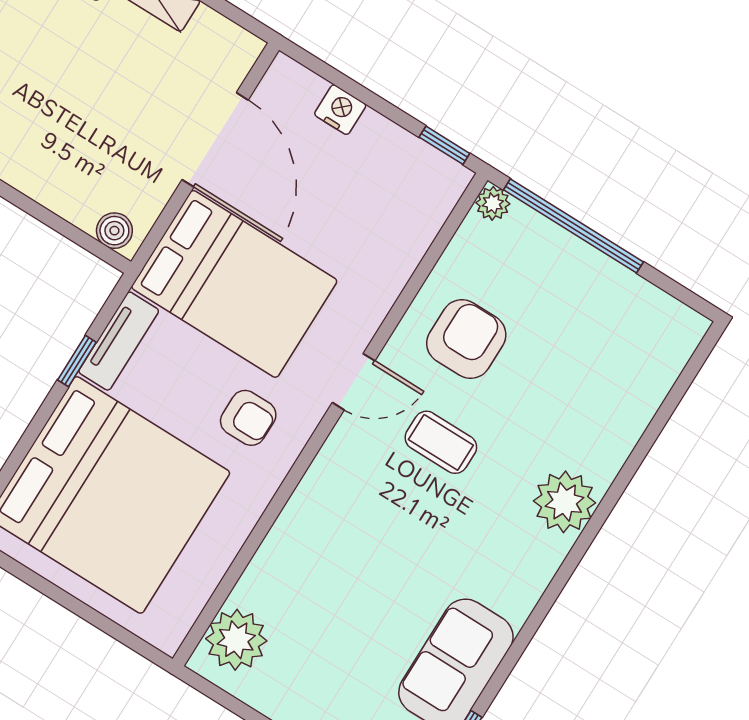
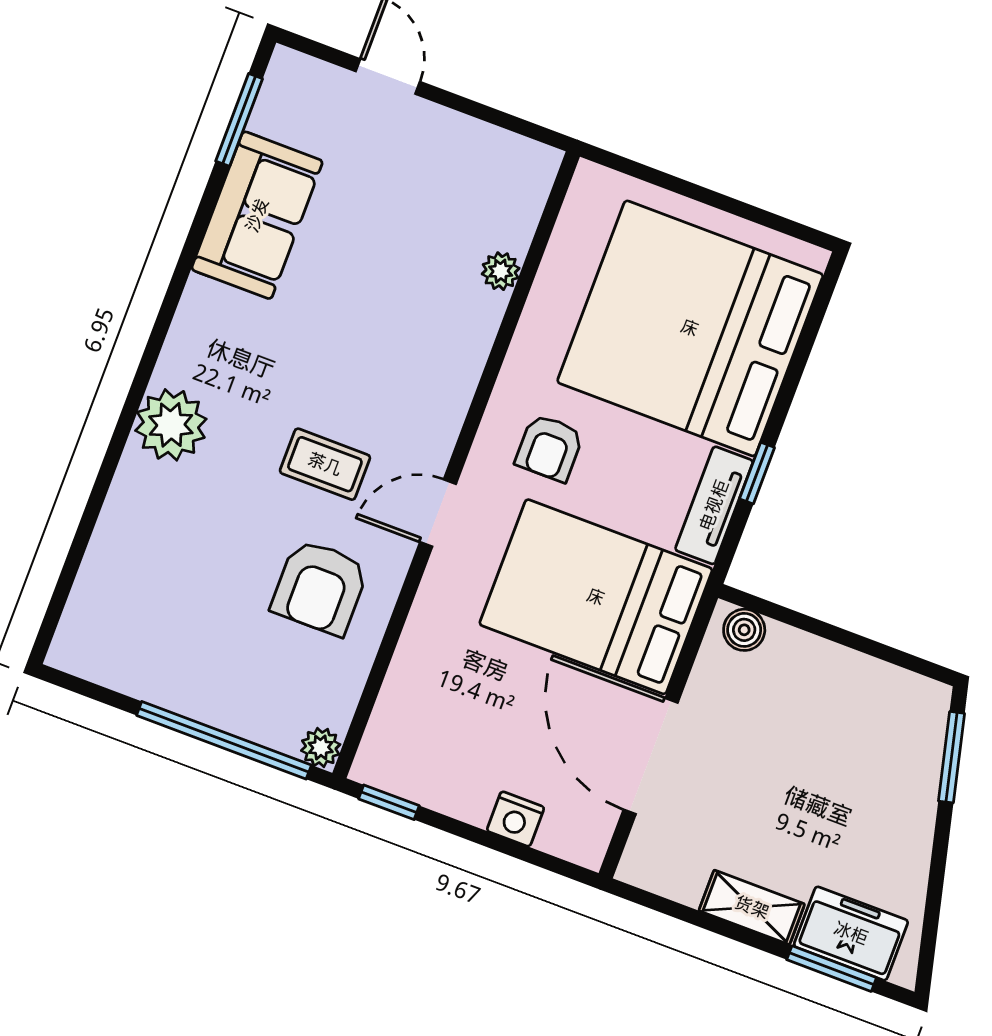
armchair: (248, 418) -> (549, 448), turned -90
plant: (236, 640) -> (501, 271), moved, width x0.53, depth x0.53

